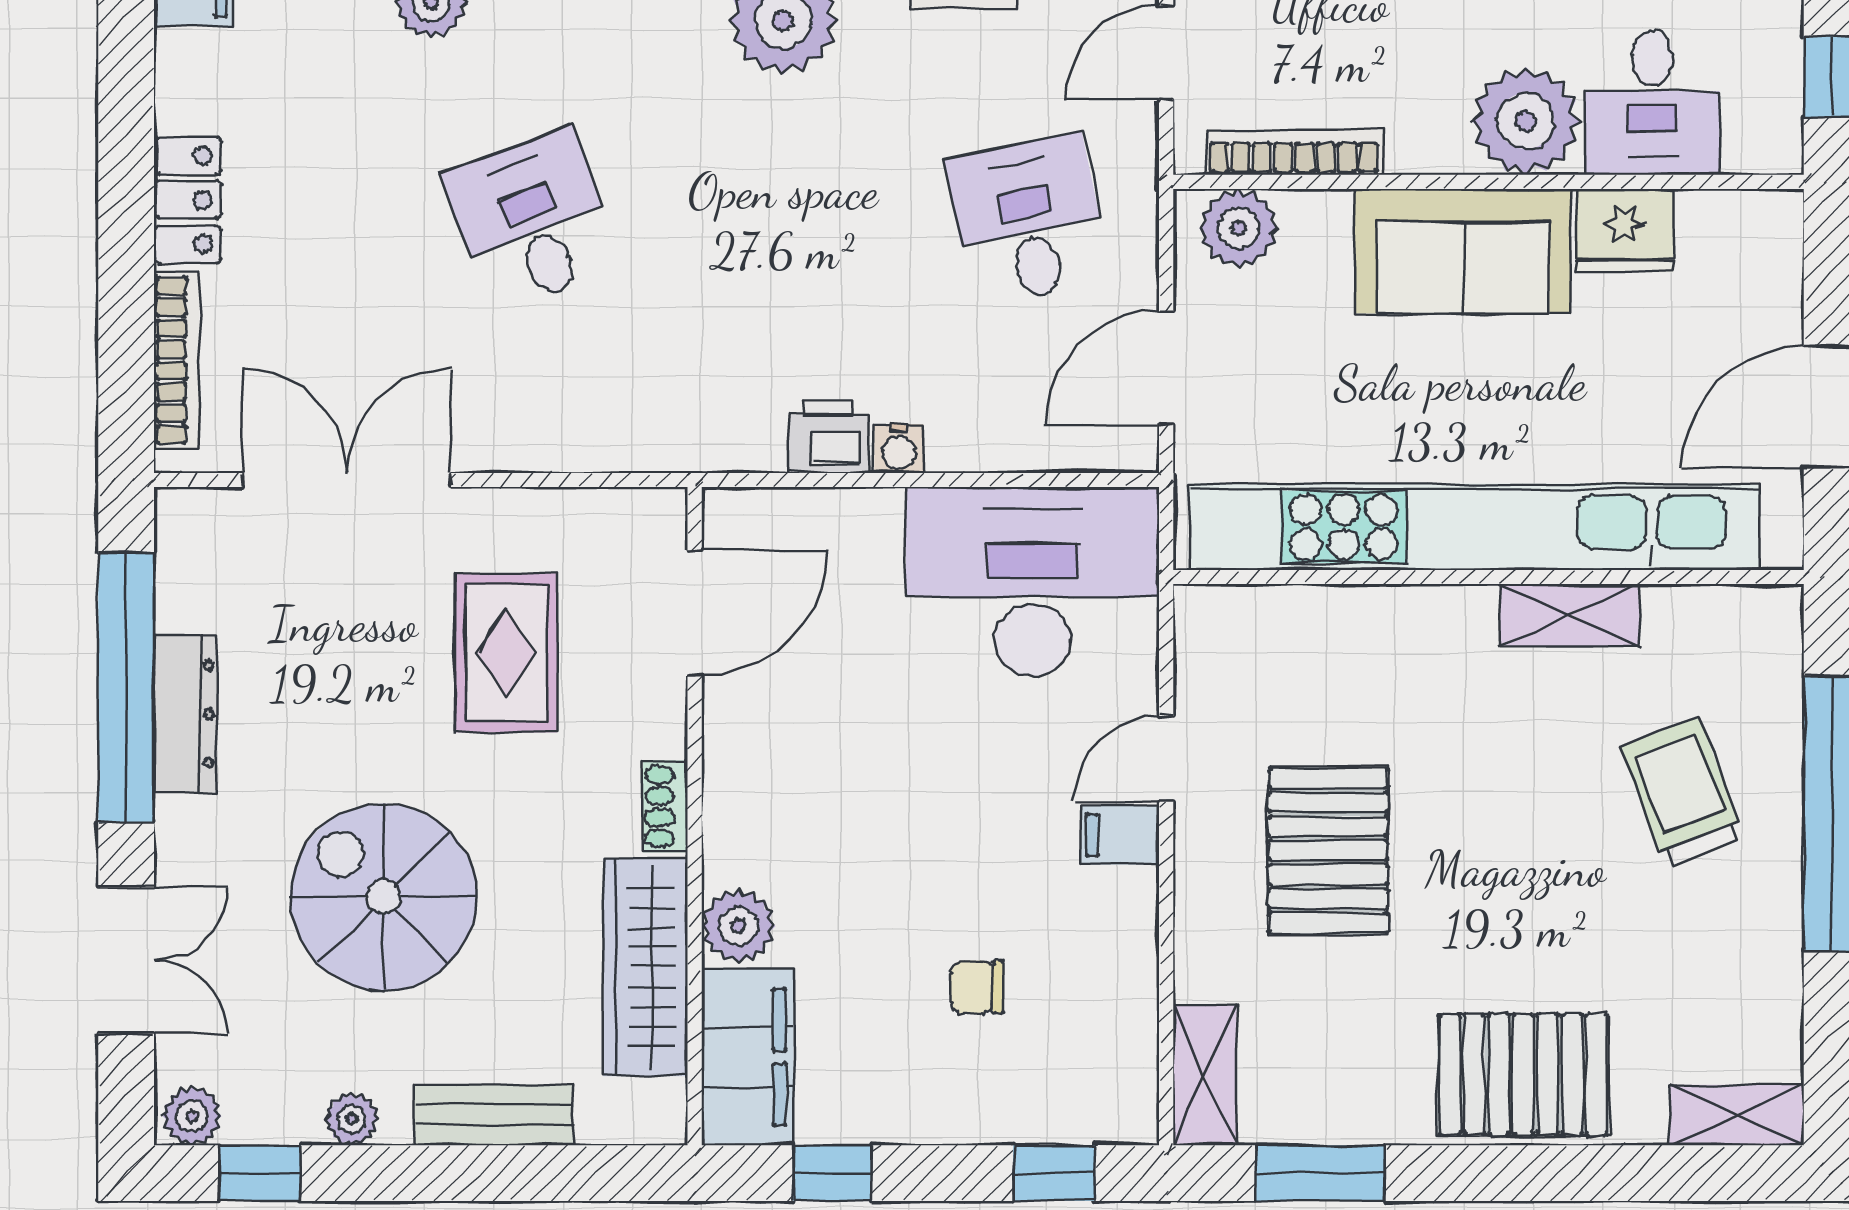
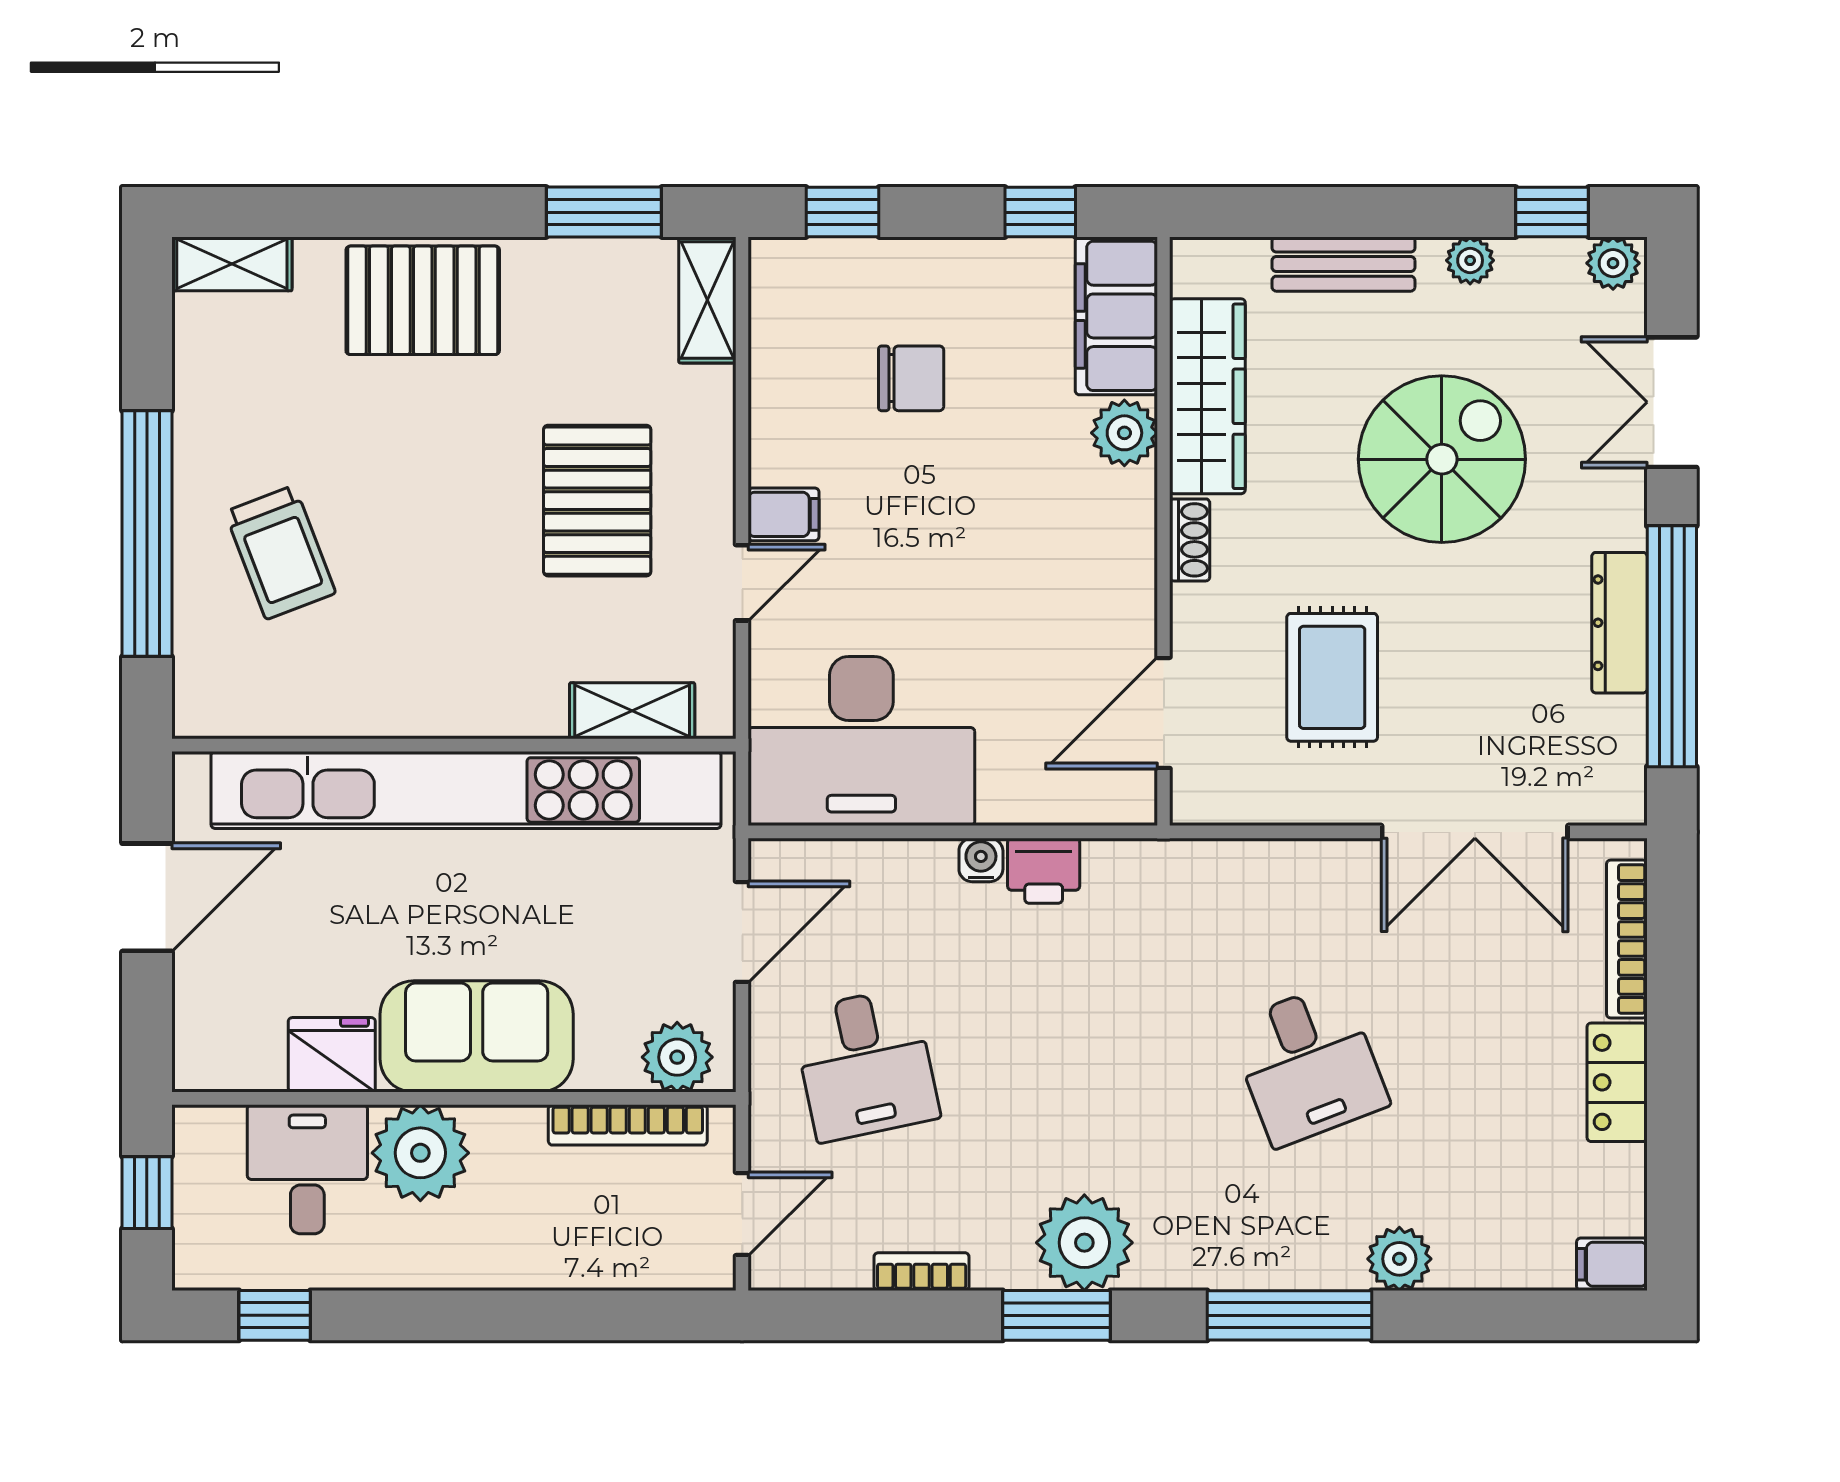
shelving: (1570, 615) -> (632, 711), moved
spiral stairs: (383, 897) -> (1442, 459), turned -90
chair: (977, 987) -> (911, 378), width x1.37, depth x1.37

